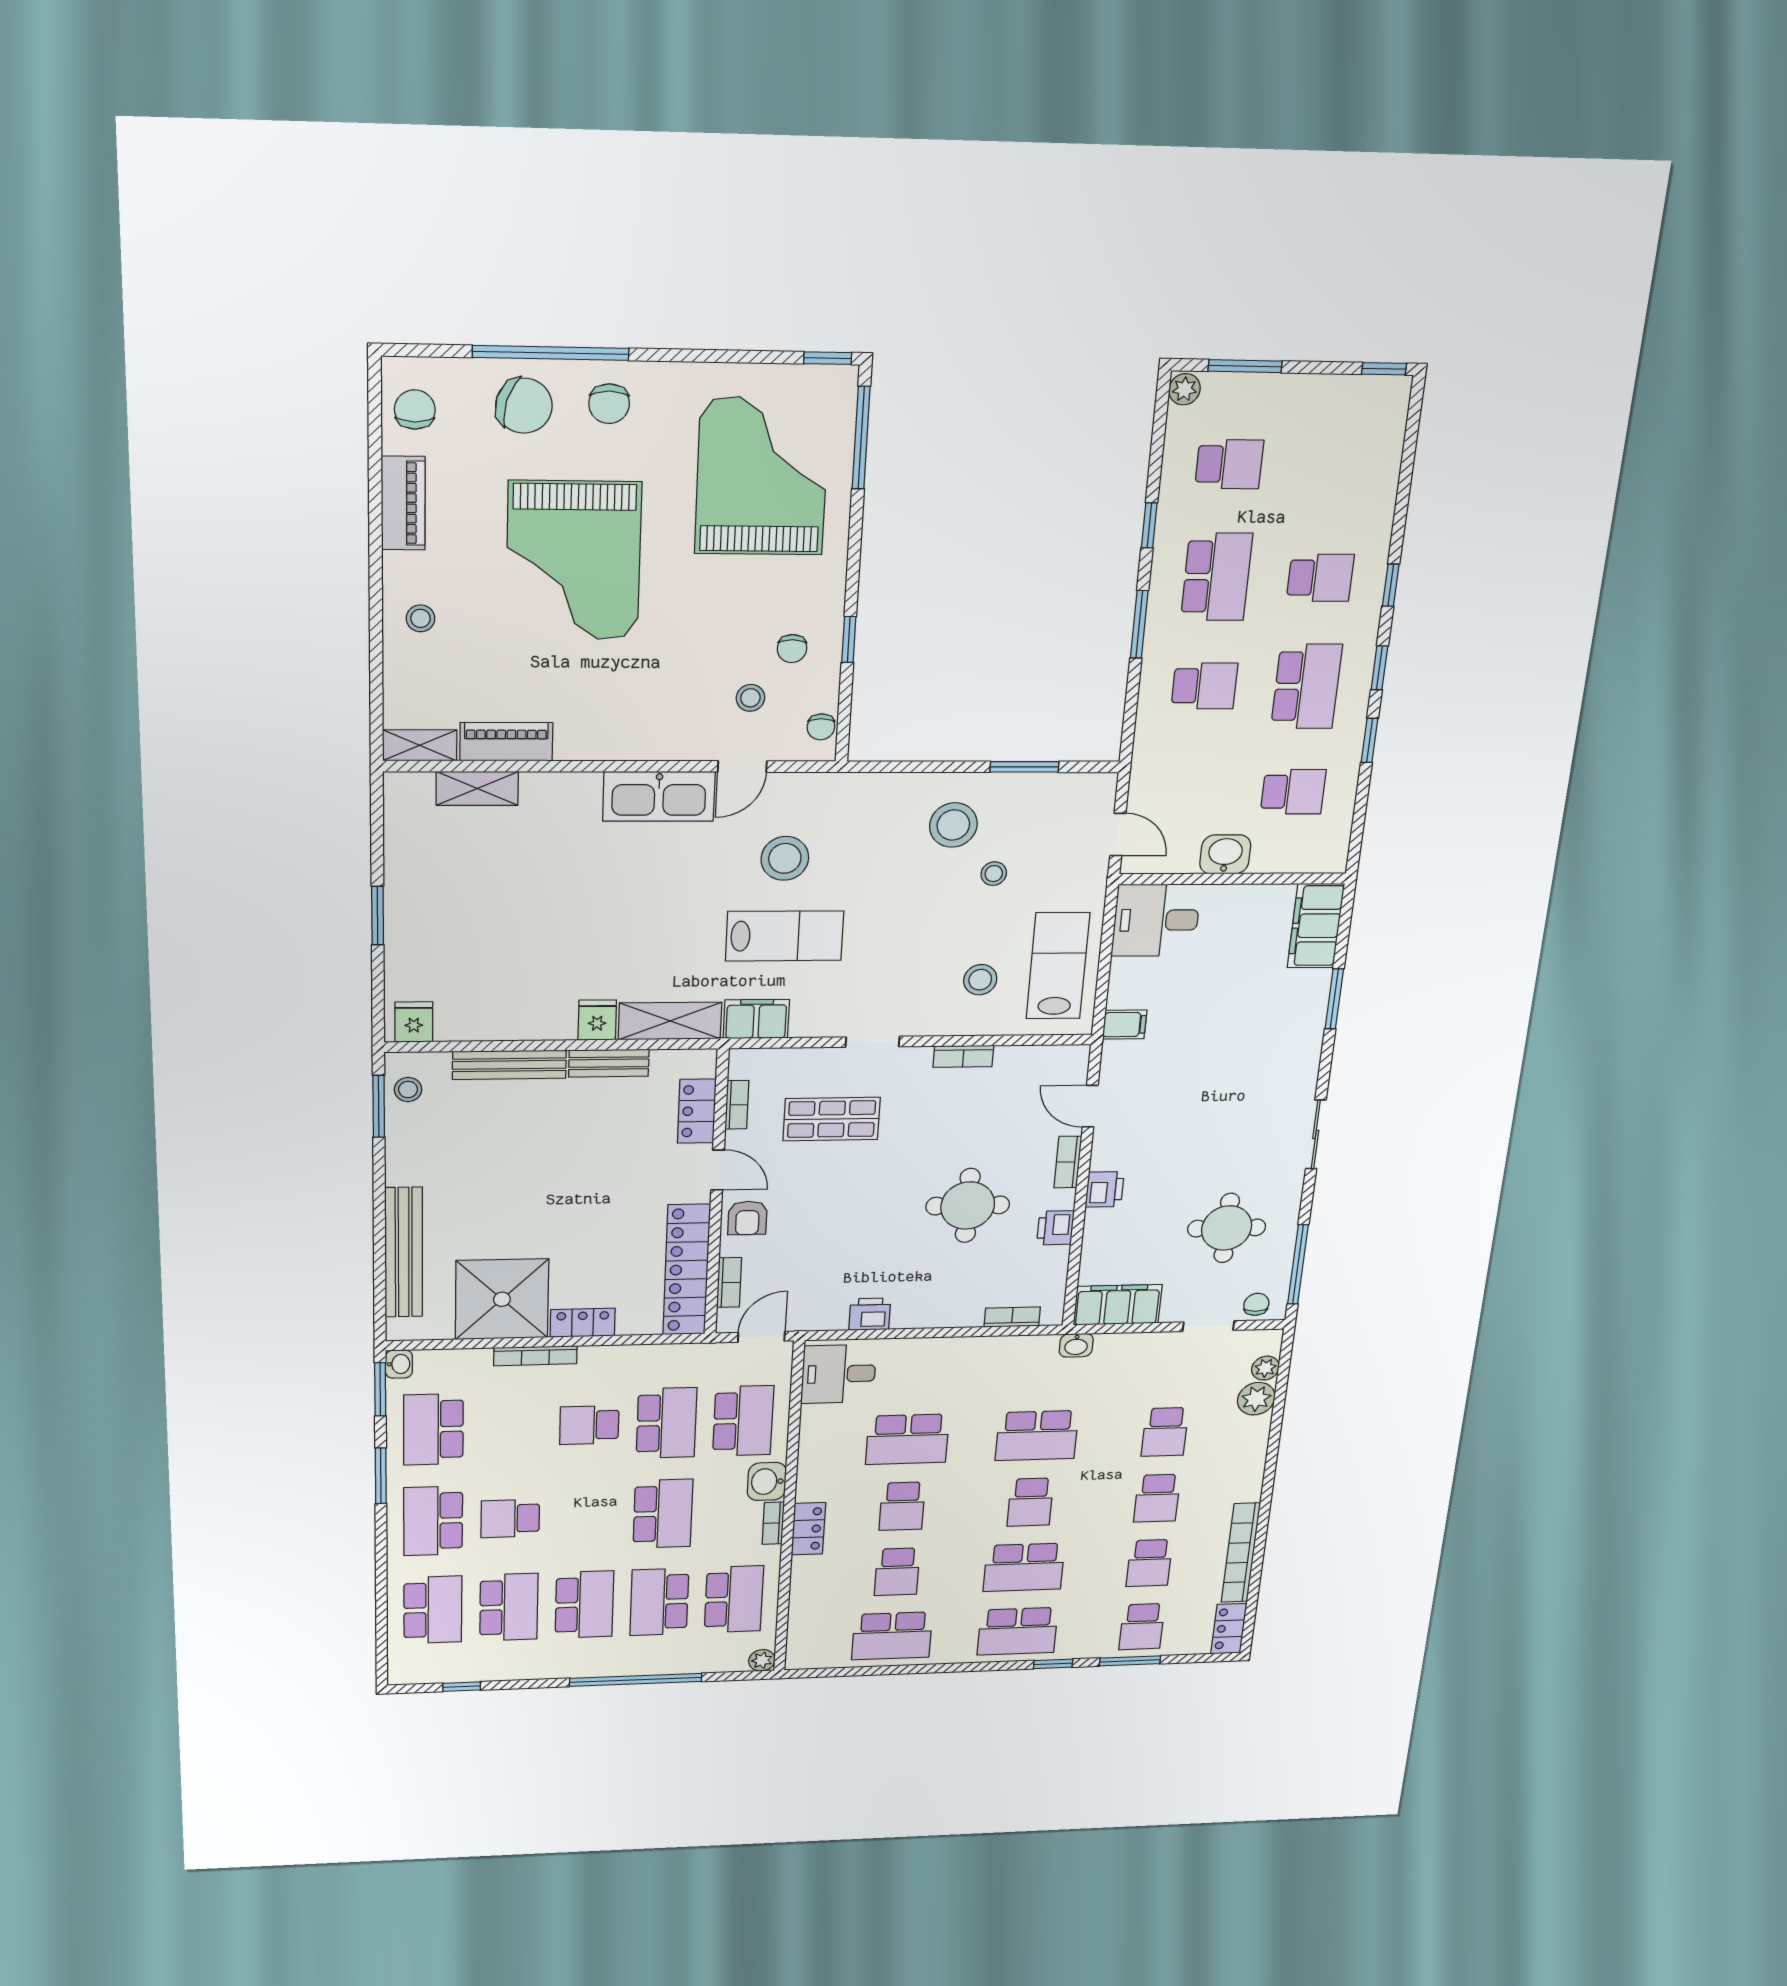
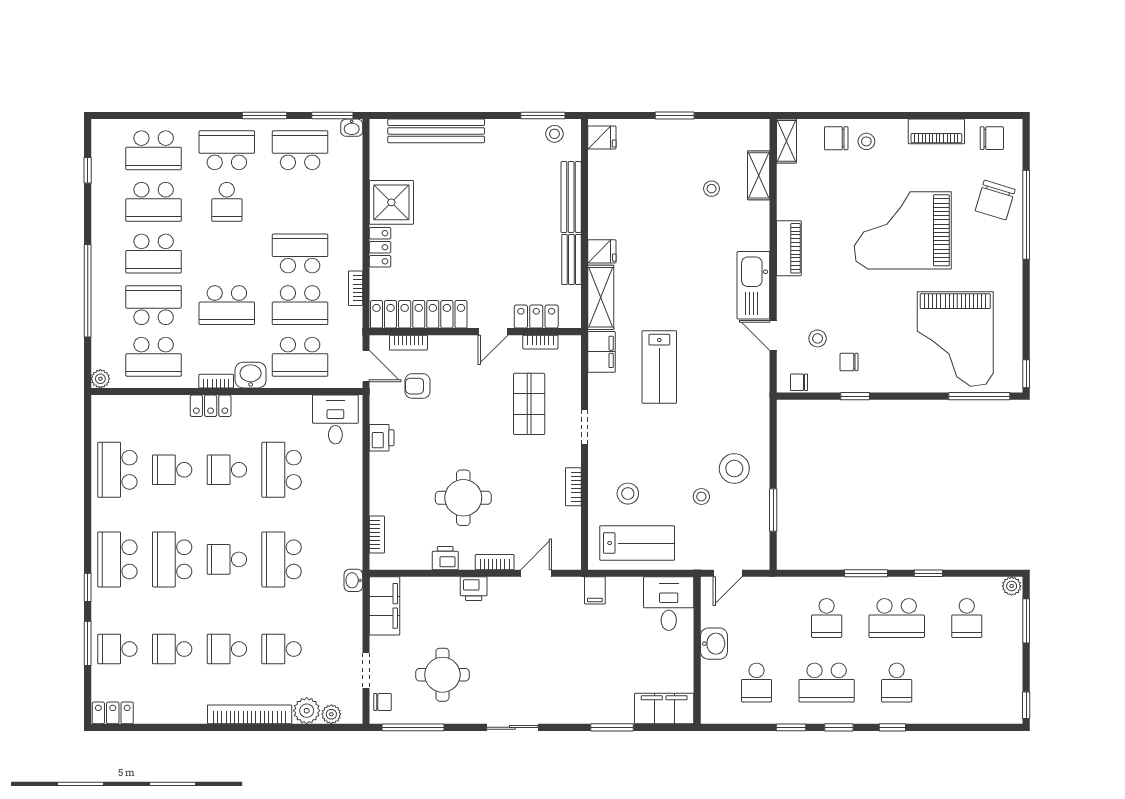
chair: (609, 404) -> (836, 138), moved
grand piano: (762, 476) -> (955, 339), turned 90
piano: (506, 742) -> (789, 248), moved
stool: (785, 858) -> (712, 189), moved, width x0.53, depth x0.53
armchair: (747, 1218) -> (418, 386), moved
shower: (502, 1299) -> (391, 202), width x0.73, depth x0.73
bookcase: (535, 1356) -> (356, 288), moved, width x0.64
school desk: (589, 1425) -> (300, 253), width x1.85
school desk: (510, 1519) -> (227, 202), turned 180
bookcase: (1241, 1553) -> (250, 714), moved

